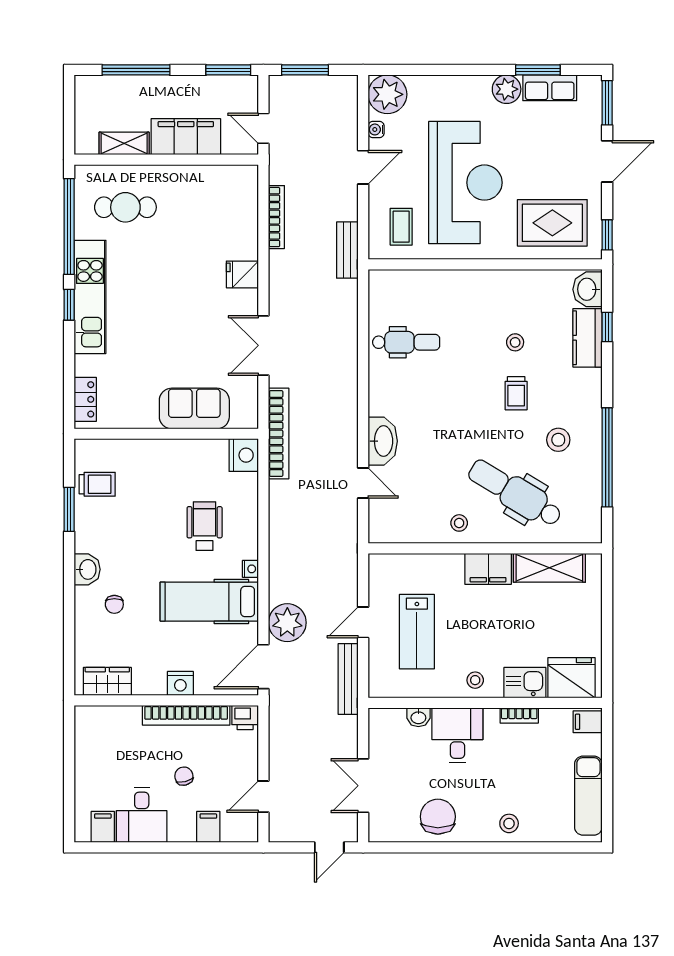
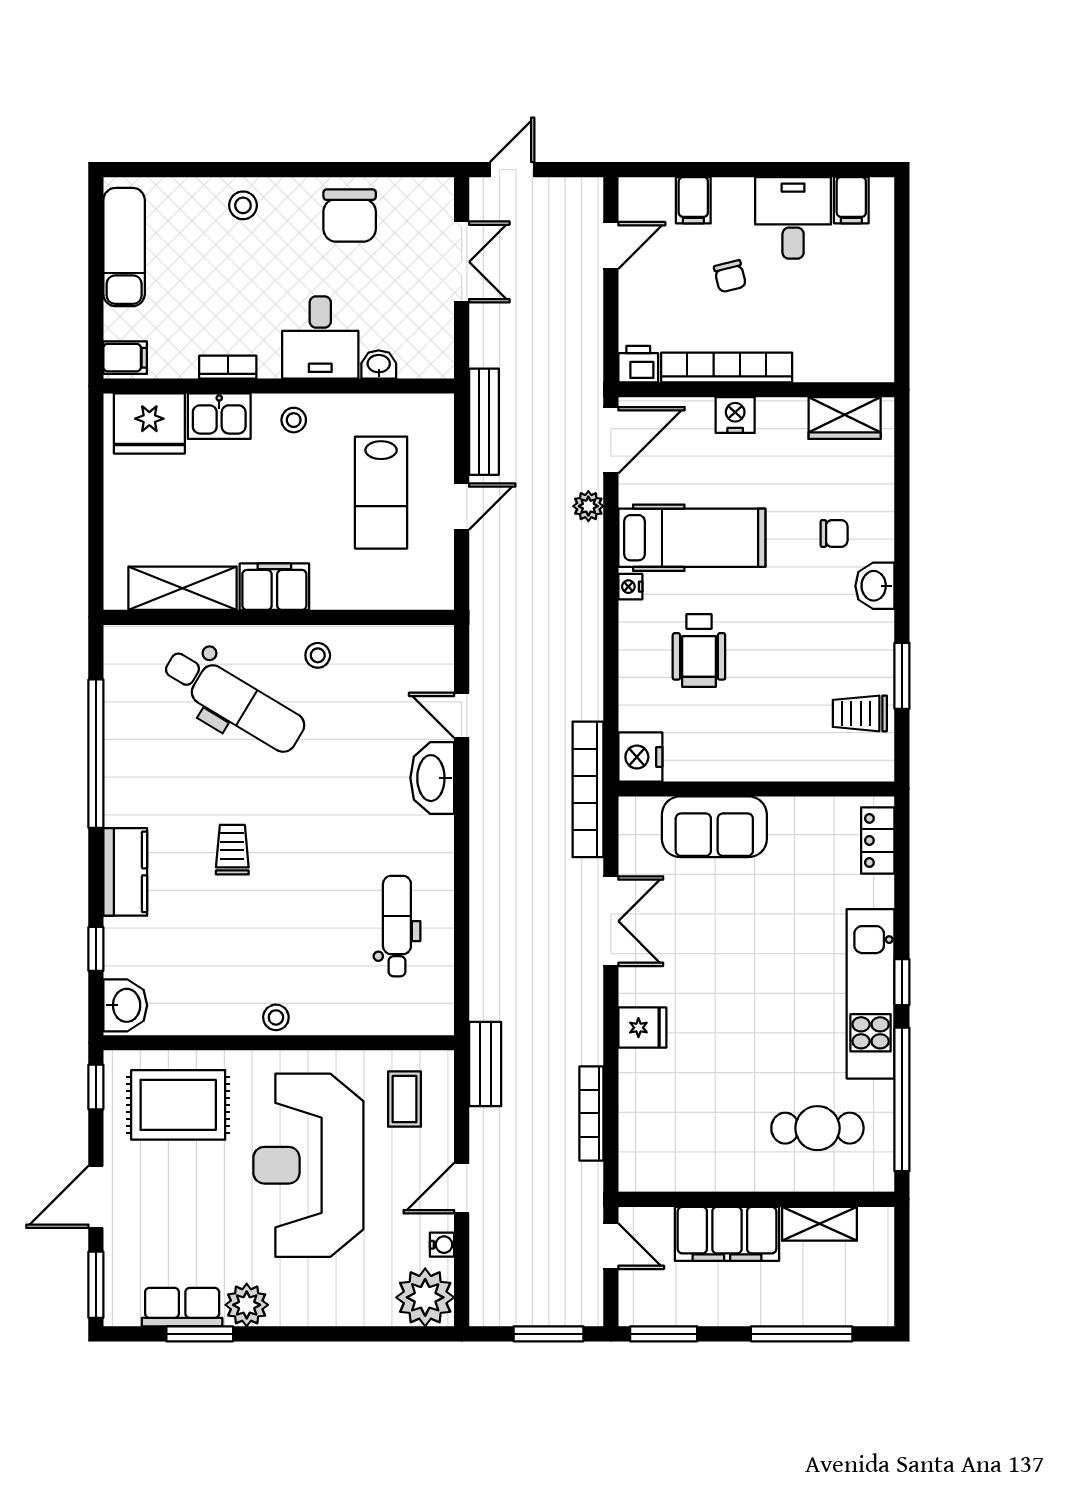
kitchen counter: (588, 338) -> (125, 872), moved
dental chair: (406, 342) -> (397, 926), turned 90
stool: (515, 342) -> (276, 1017), moved
stool: (558, 440) -> (169, 780), removed
chair: (114, 604) -> (834, 533), turned 90
plant: (287, 623) -> (588, 506), width x0.53, depth x0.53
lab bench: (417, 632) -> (381, 493), turned 180

